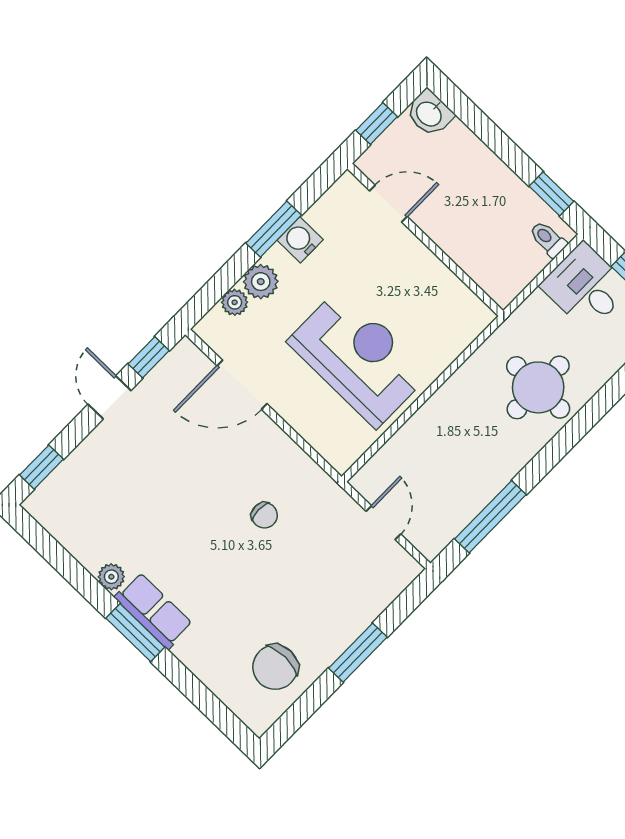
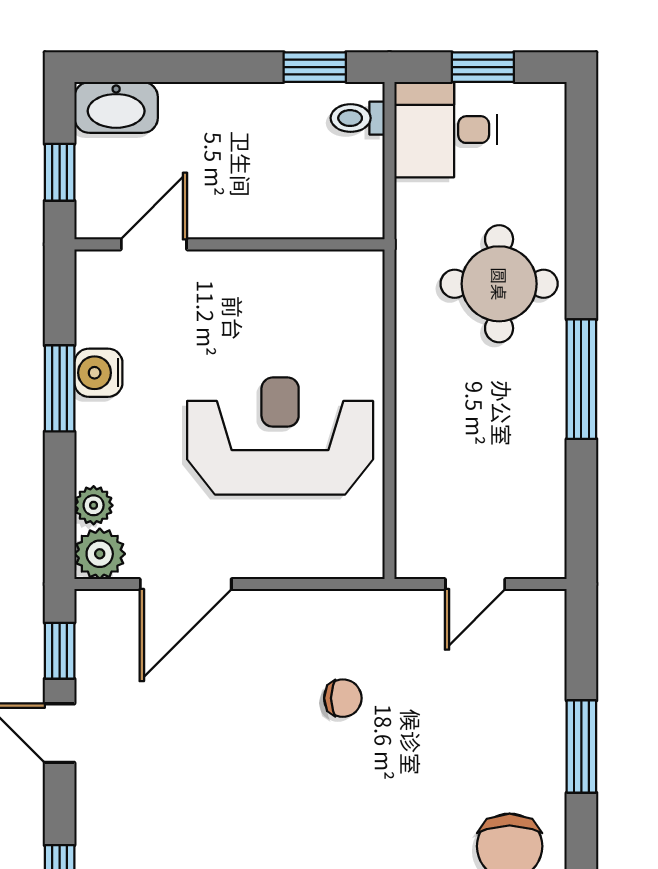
washbasin: (430, 113) -> (116, 107), width x1.38
plant: (261, 282) -> (100, 554), moved
window: (490, 517) -> (581, 379), moved
door: (383, 523) -> (475, 584), swing flipped

